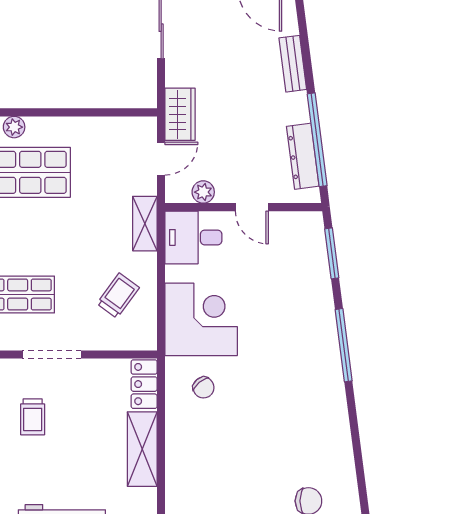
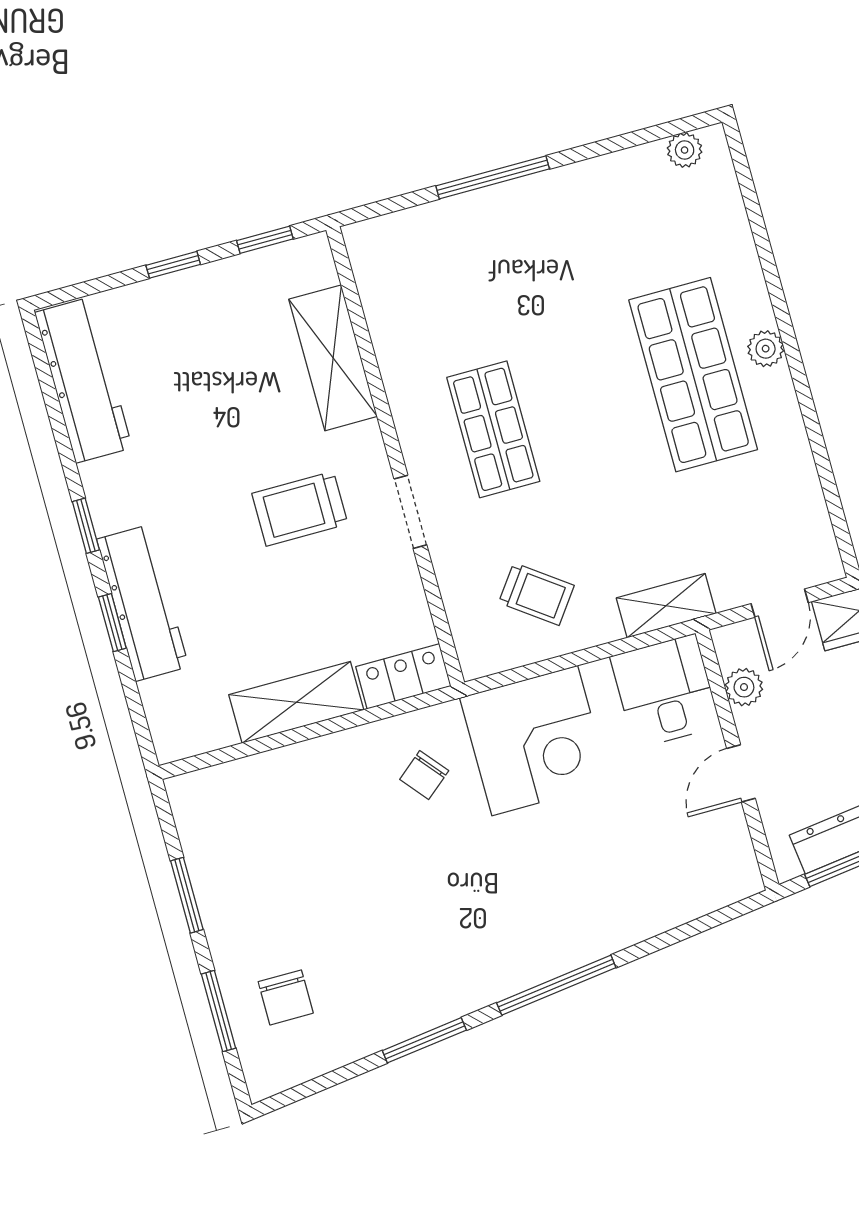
door: (161, 159) -> (780, 603), hinge flipped
window: (332, 253) -> (424, 1040), moved
doorway: (52, 354) -> (410, 512), width x0.73
trolley: (33, 417) -> (300, 509), width x1.36, depth x1.39

